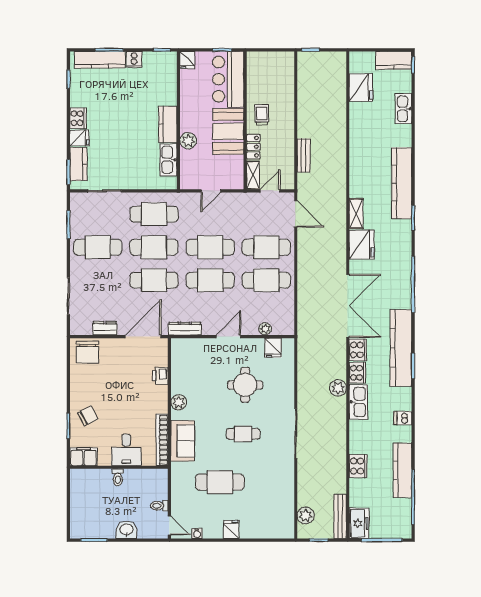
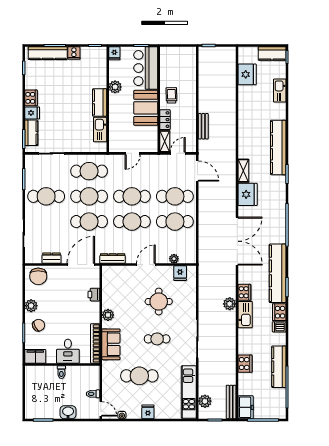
plant: (188, 141) -> (115, 87), moved
cooker: (358, 350) -> (279, 312), moved, turned 180
plant: (78, 390) -> (31, 306), added
kitchen unit: (285, 503) -> (189, 392), added

